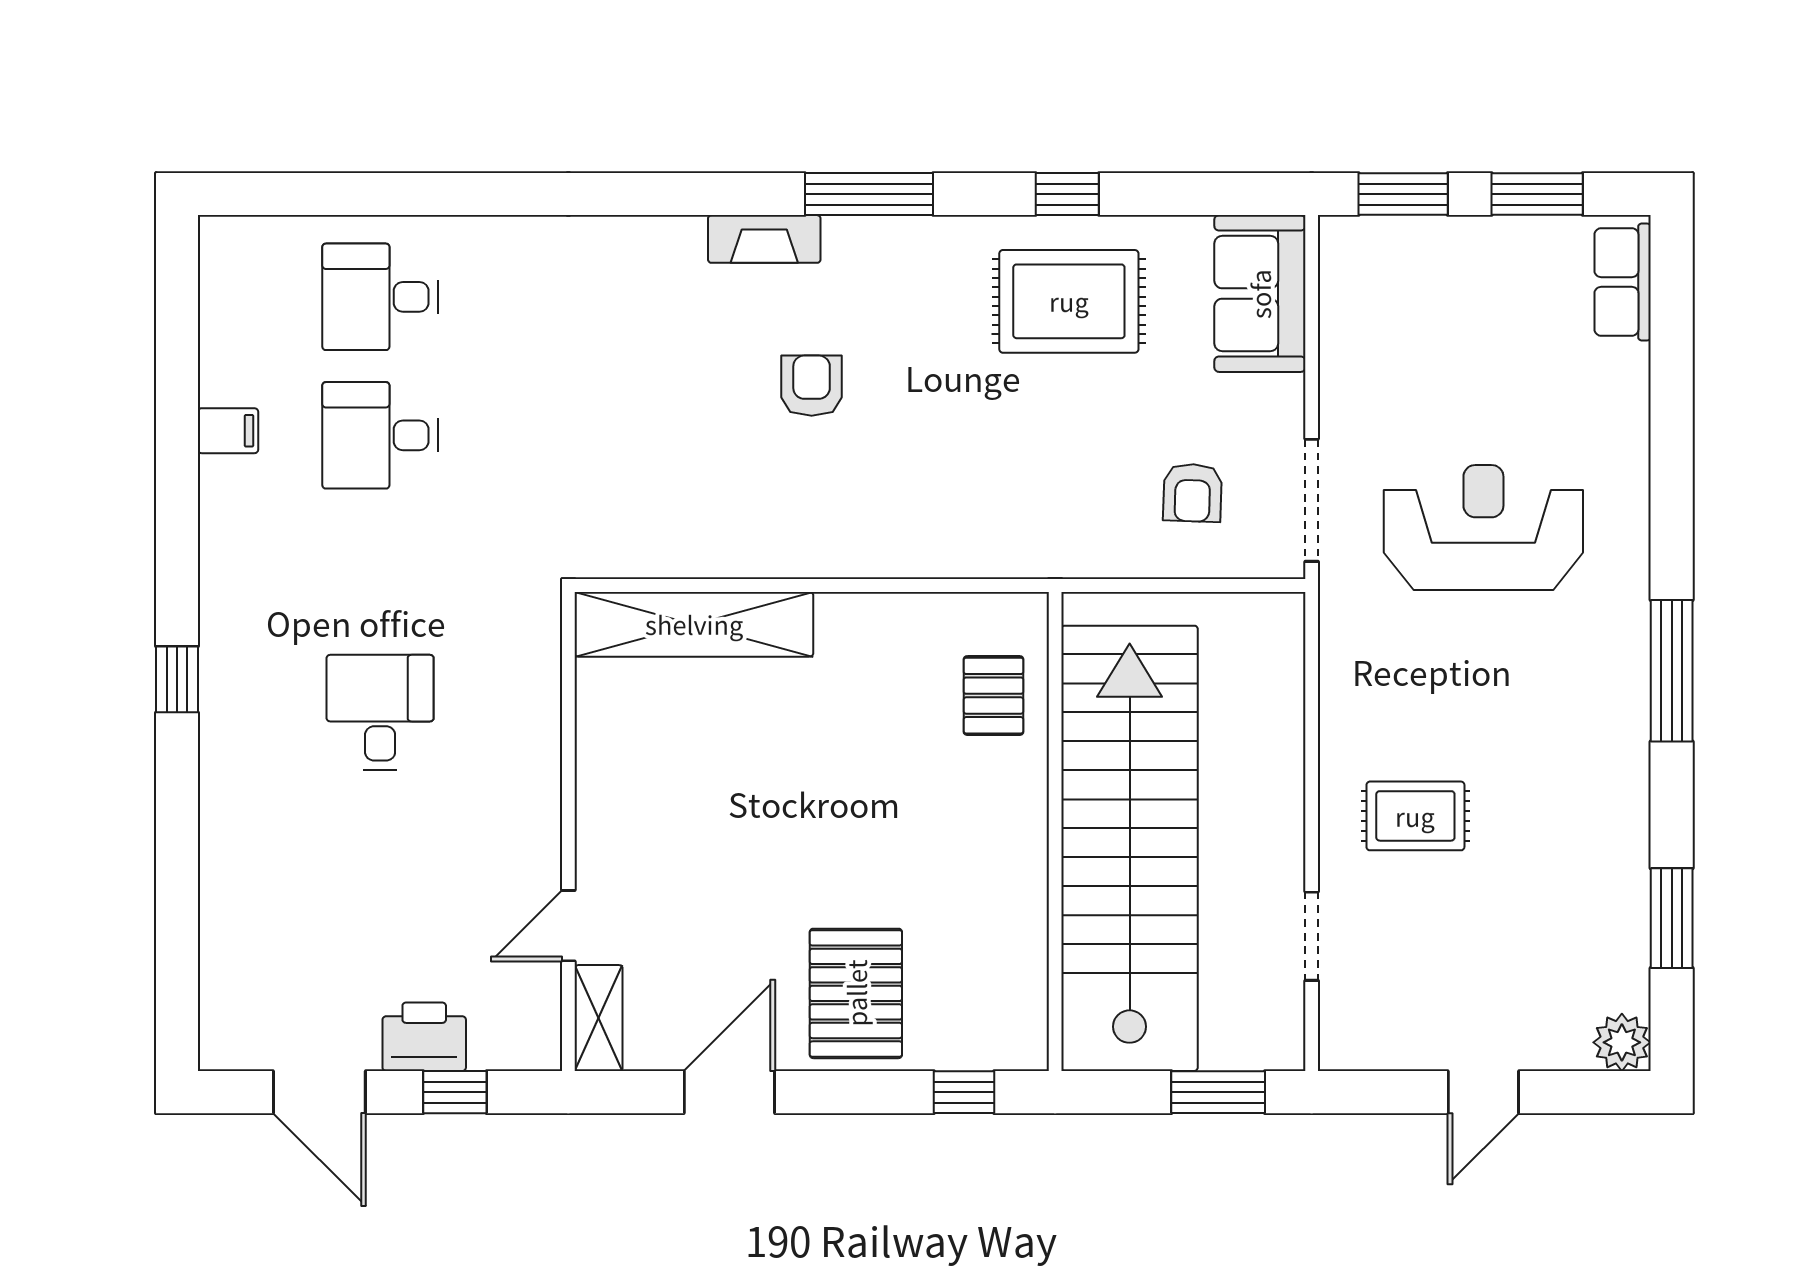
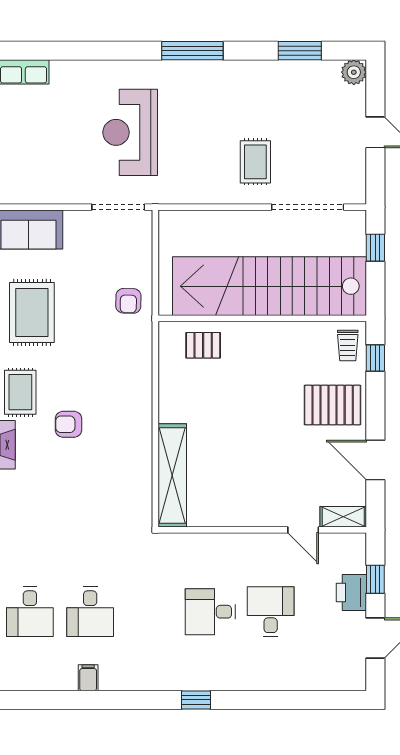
rug: (885, 275) -> (20, 392), added
armchair: (1193, 493) -> (128, 301), moved, turned 89
desk: (380, 851) -> (271, 612), added
doorway: (1312, 936) -> (308, 207), width x1.88
trolley: (993, 1028) -> (348, 346), added
window: (1218, 1092) -> (375, 248), width x0.67

